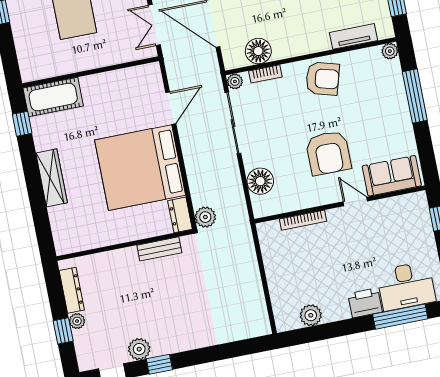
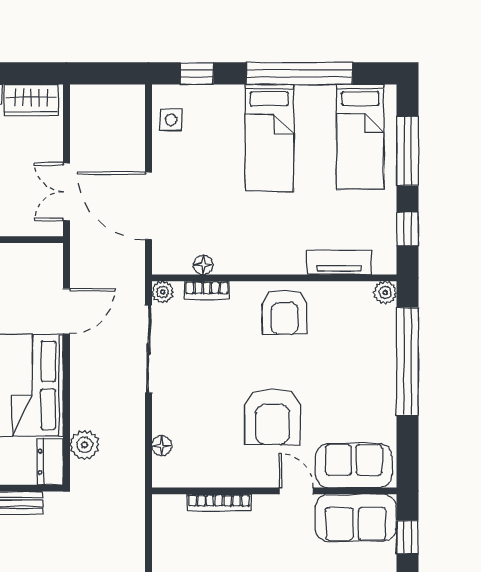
floor lamp: (258, 51) -> (203, 265), width x0.53, depth x0.53
armchair: (323, 79) -> (285, 312), turned 74
window: (415, 96) -> (408, 361), width x1.46
floor lamp: (260, 181) -> (162, 446), width x0.53, depth x0.53
sofa: (400, 212) -> (356, 518), added
plant: (205, 217) -> (85, 445), moved

